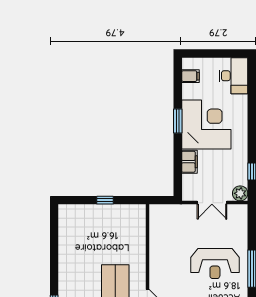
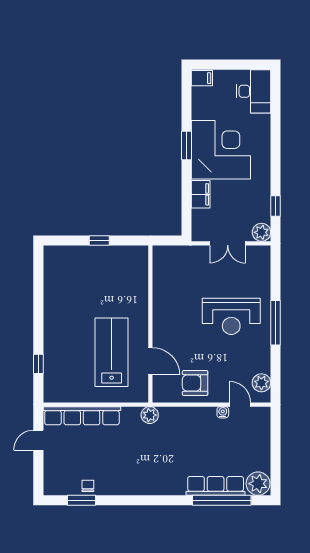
filing cabinet: (190, 76) -> (202, 78), moved

